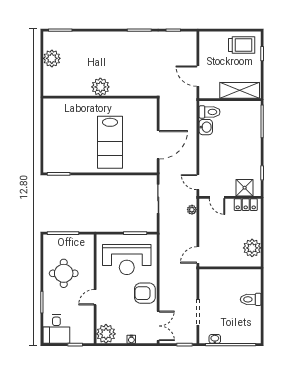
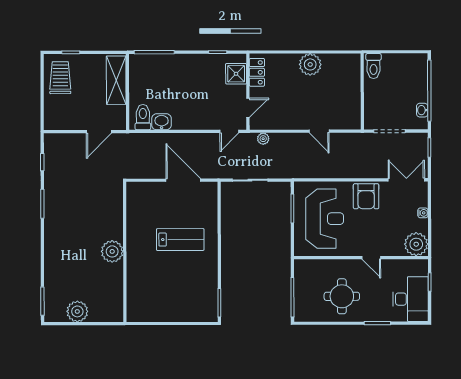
lab bench: (110, 142) -> (180, 240), width x0.73, depth x0.72
wall: (230, 268) -> (362, 91), moved
desk: (56, 329) -> (410, 299), width x1.37

